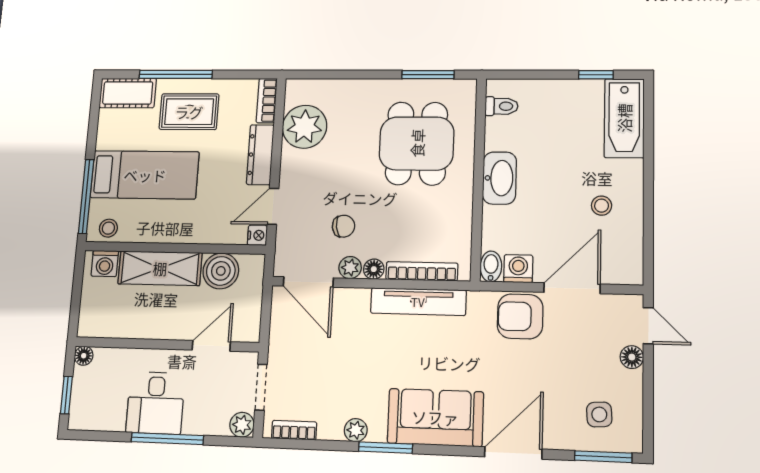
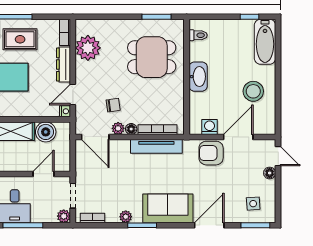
dining table: (417, 143) -> (152, 57), turned 90
stool: (602, 206) -> (253, 91), width x1.89, depth x1.89
bidet: (491, 266) -> (195, 126), removed

